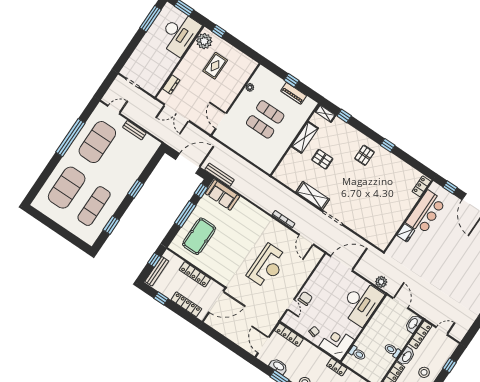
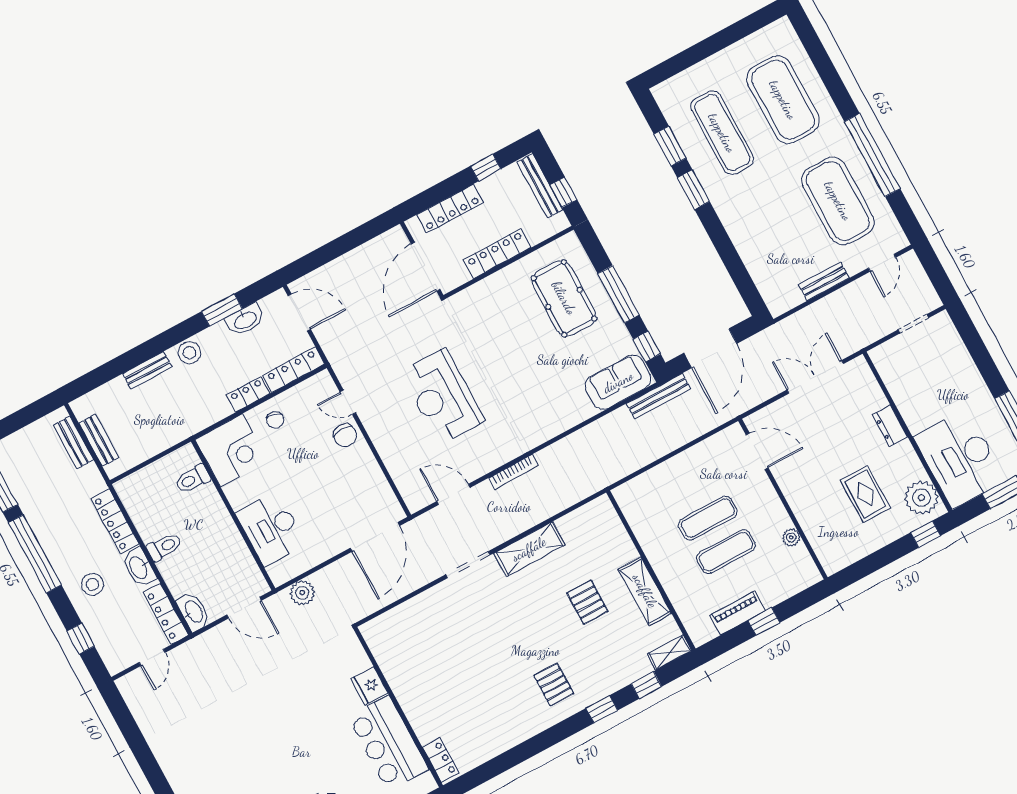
dresser: (171, 85) -> (890, 426), moved
window: (388, 145) -> (602, 709), moved
pallet: (322, 159) -> (587, 602), turned 90
window: (136, 189) -> (694, 190), moved
desk: (361, 303) -> (271, 528), width x0.73, depth x0.77
locker: (337, 367) -> (248, 394), moved

